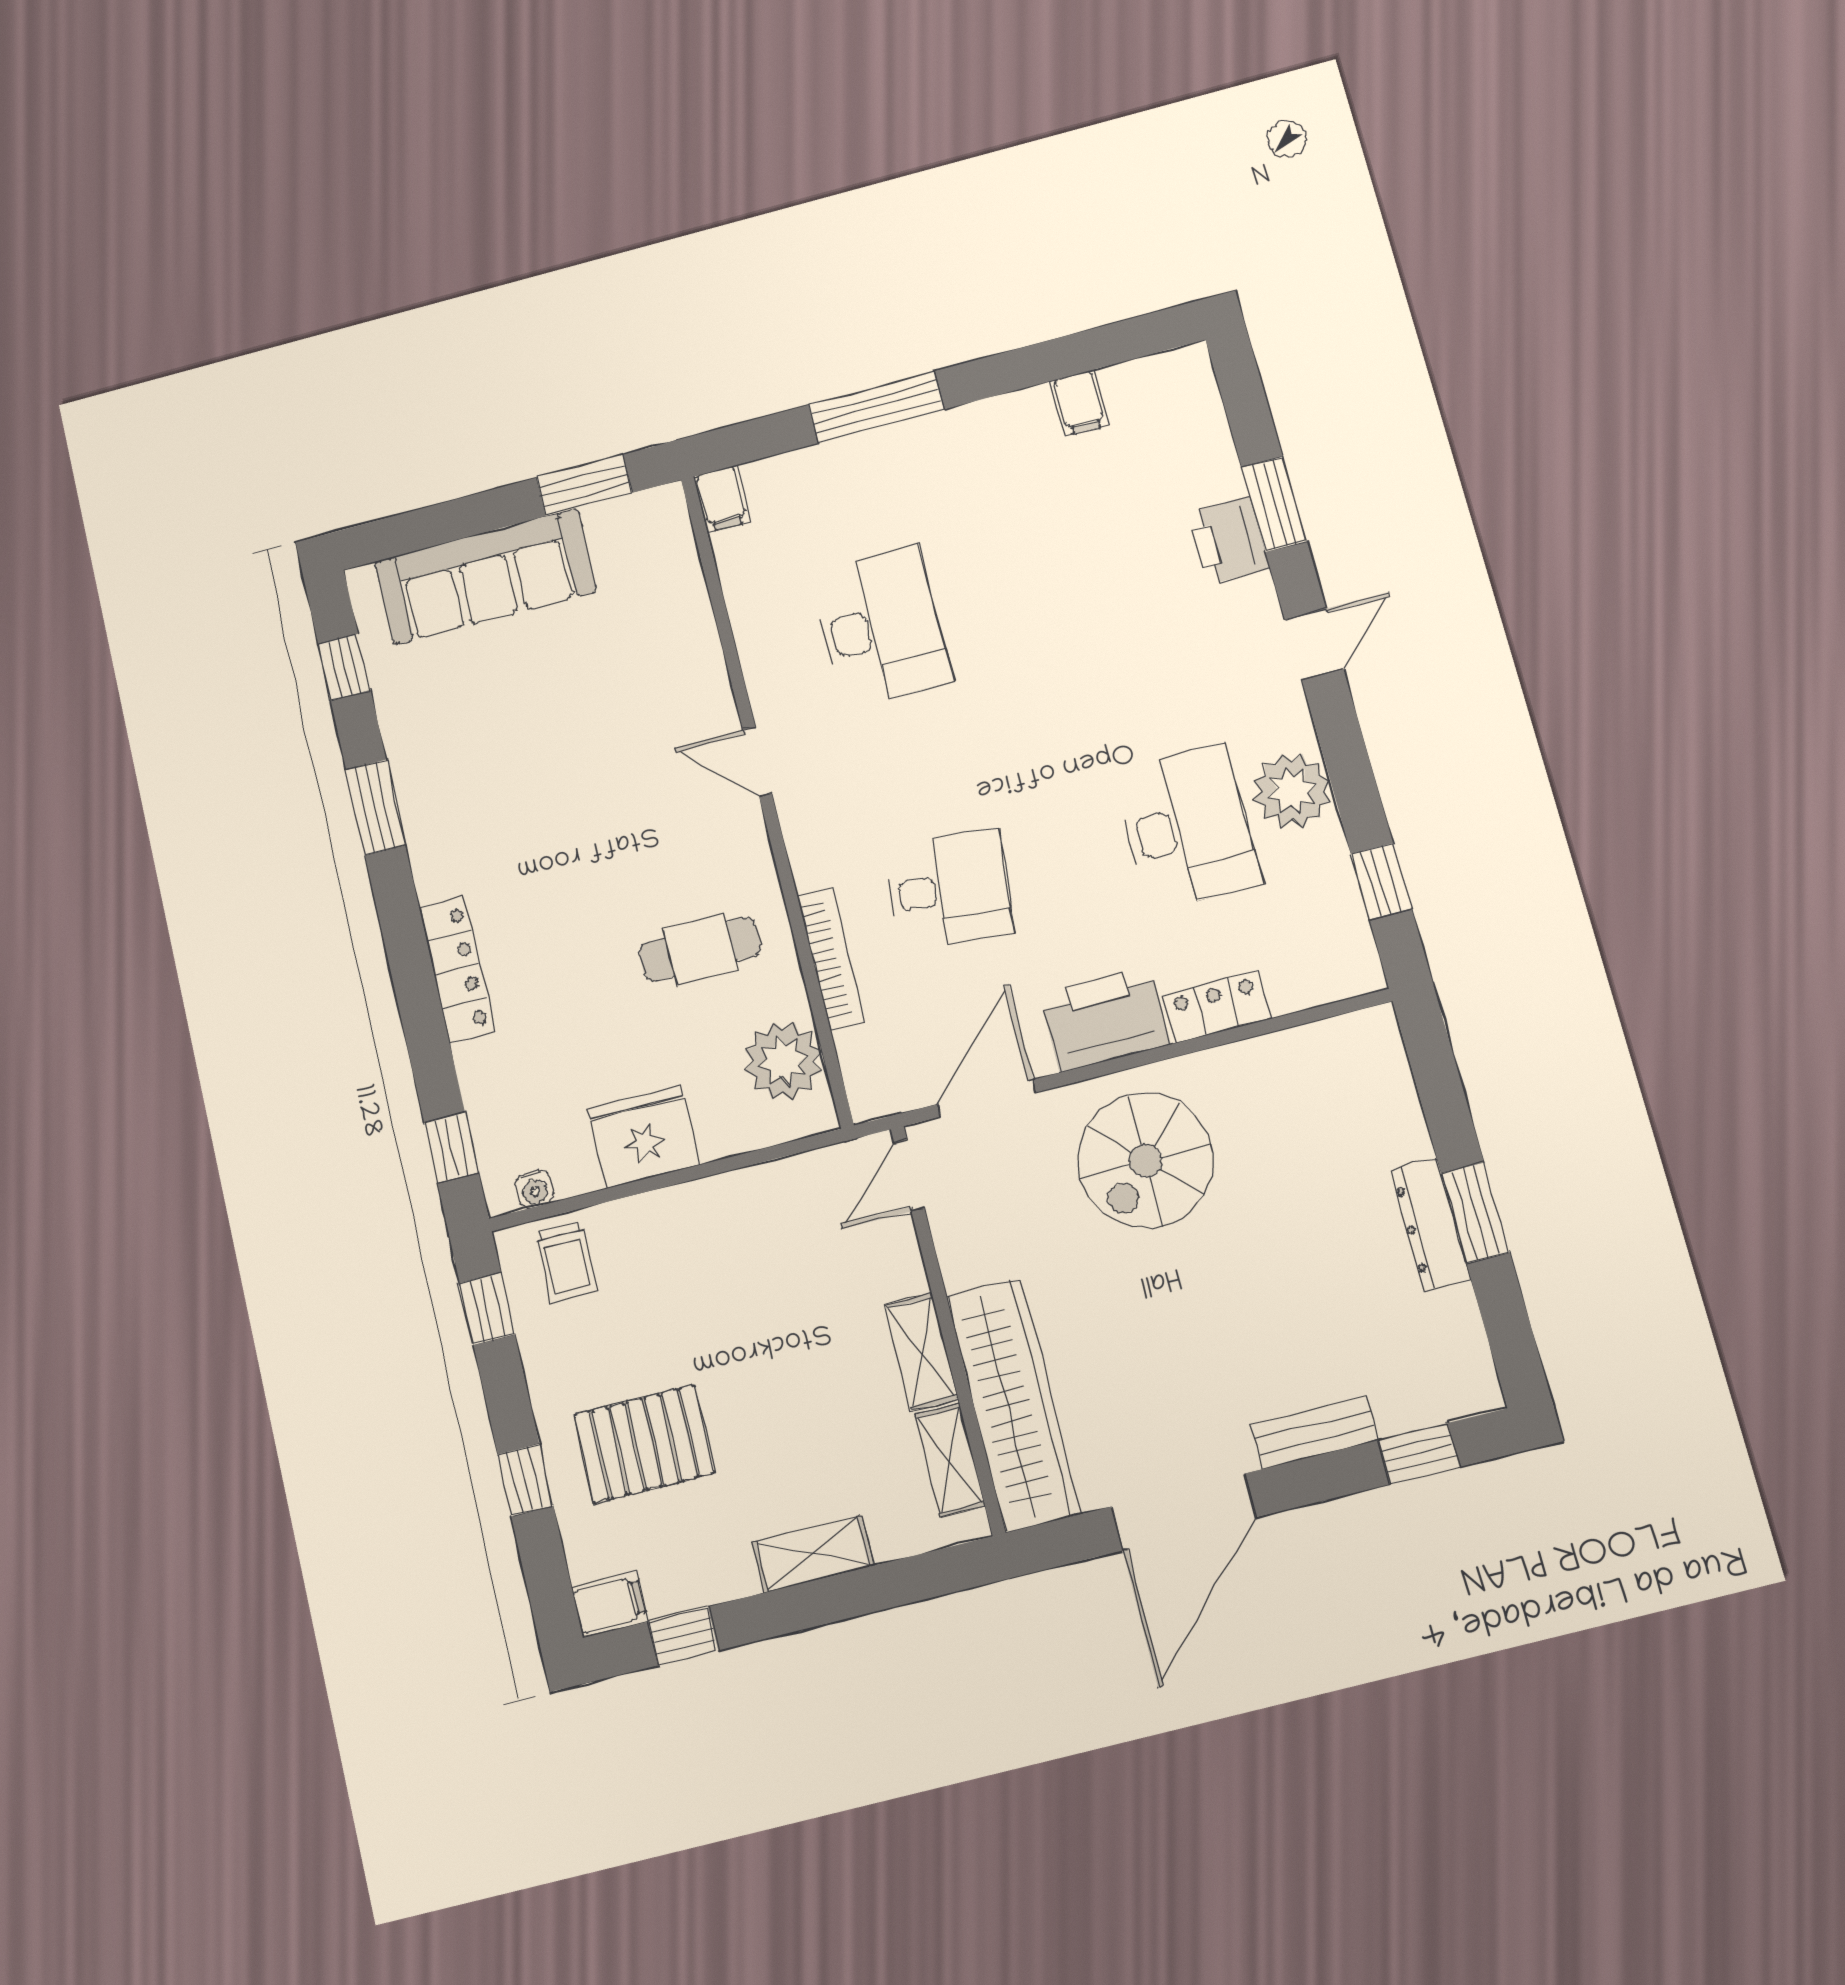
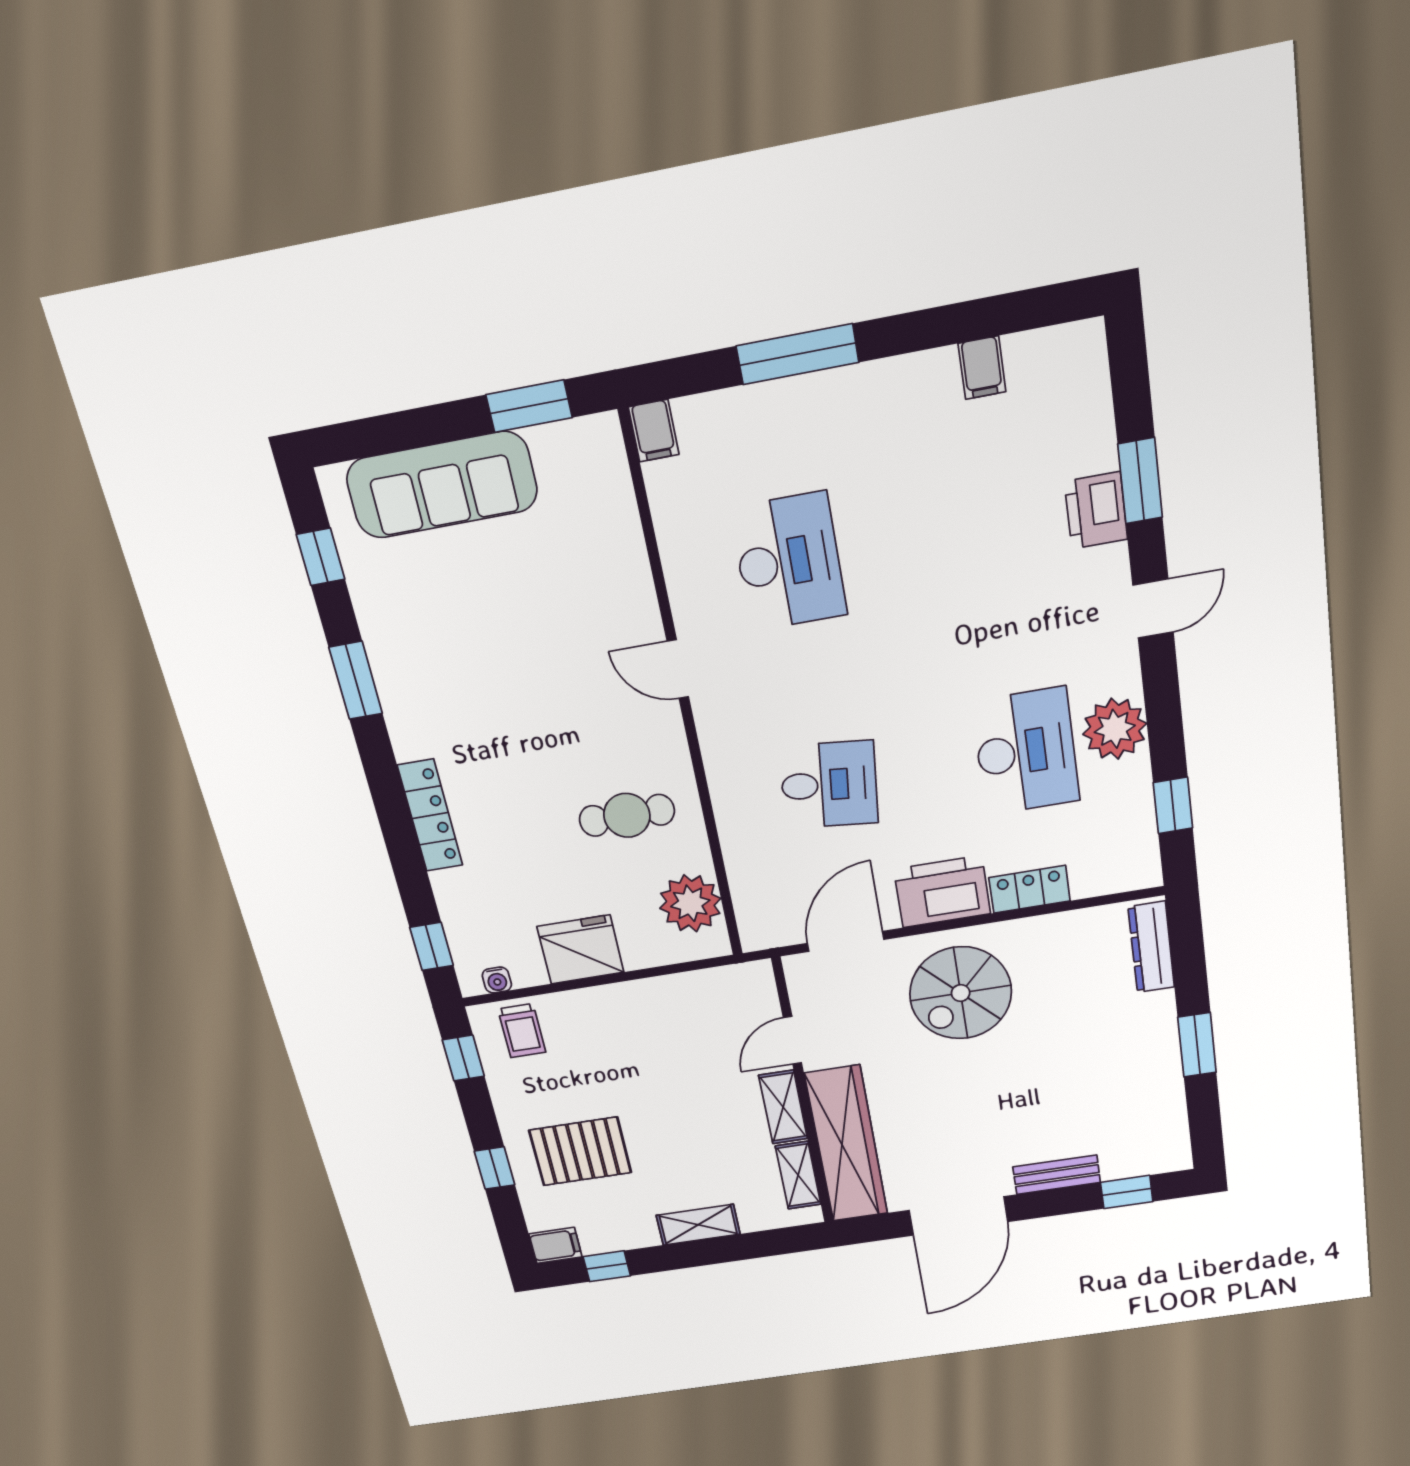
bookcase: (831, 959) -> (731, 830), removed
door: (909, 1175) -> (792, 1040), moved
dresser: (1430, 1225) -> (1151, 947), moved

